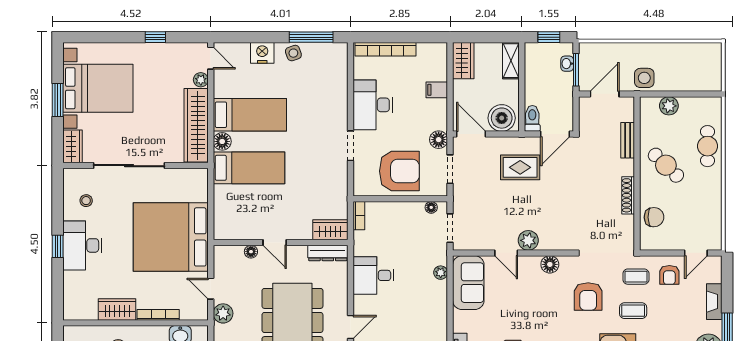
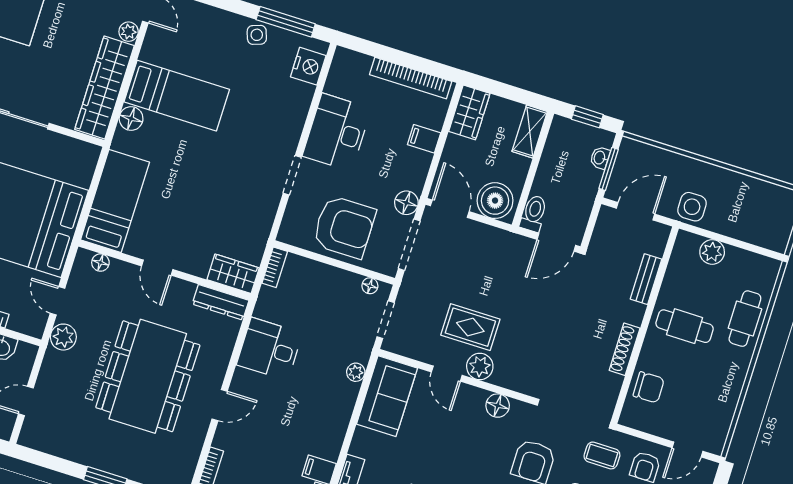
bookcase: (386, 49) -> (411, 78), moved
nightstand: (262, 53) -> (308, 66), moved, turned 90
cafe table: (666, 165) -> (685, 326), turned -44
rug: (520, 167) -> (470, 327), moved
bed: (249, 168) -> (115, 201), moved, turned -90
doorway: (450, 169) -> (409, 245), width x1.38
floor lamp: (251, 252) -> (100, 263), moved

